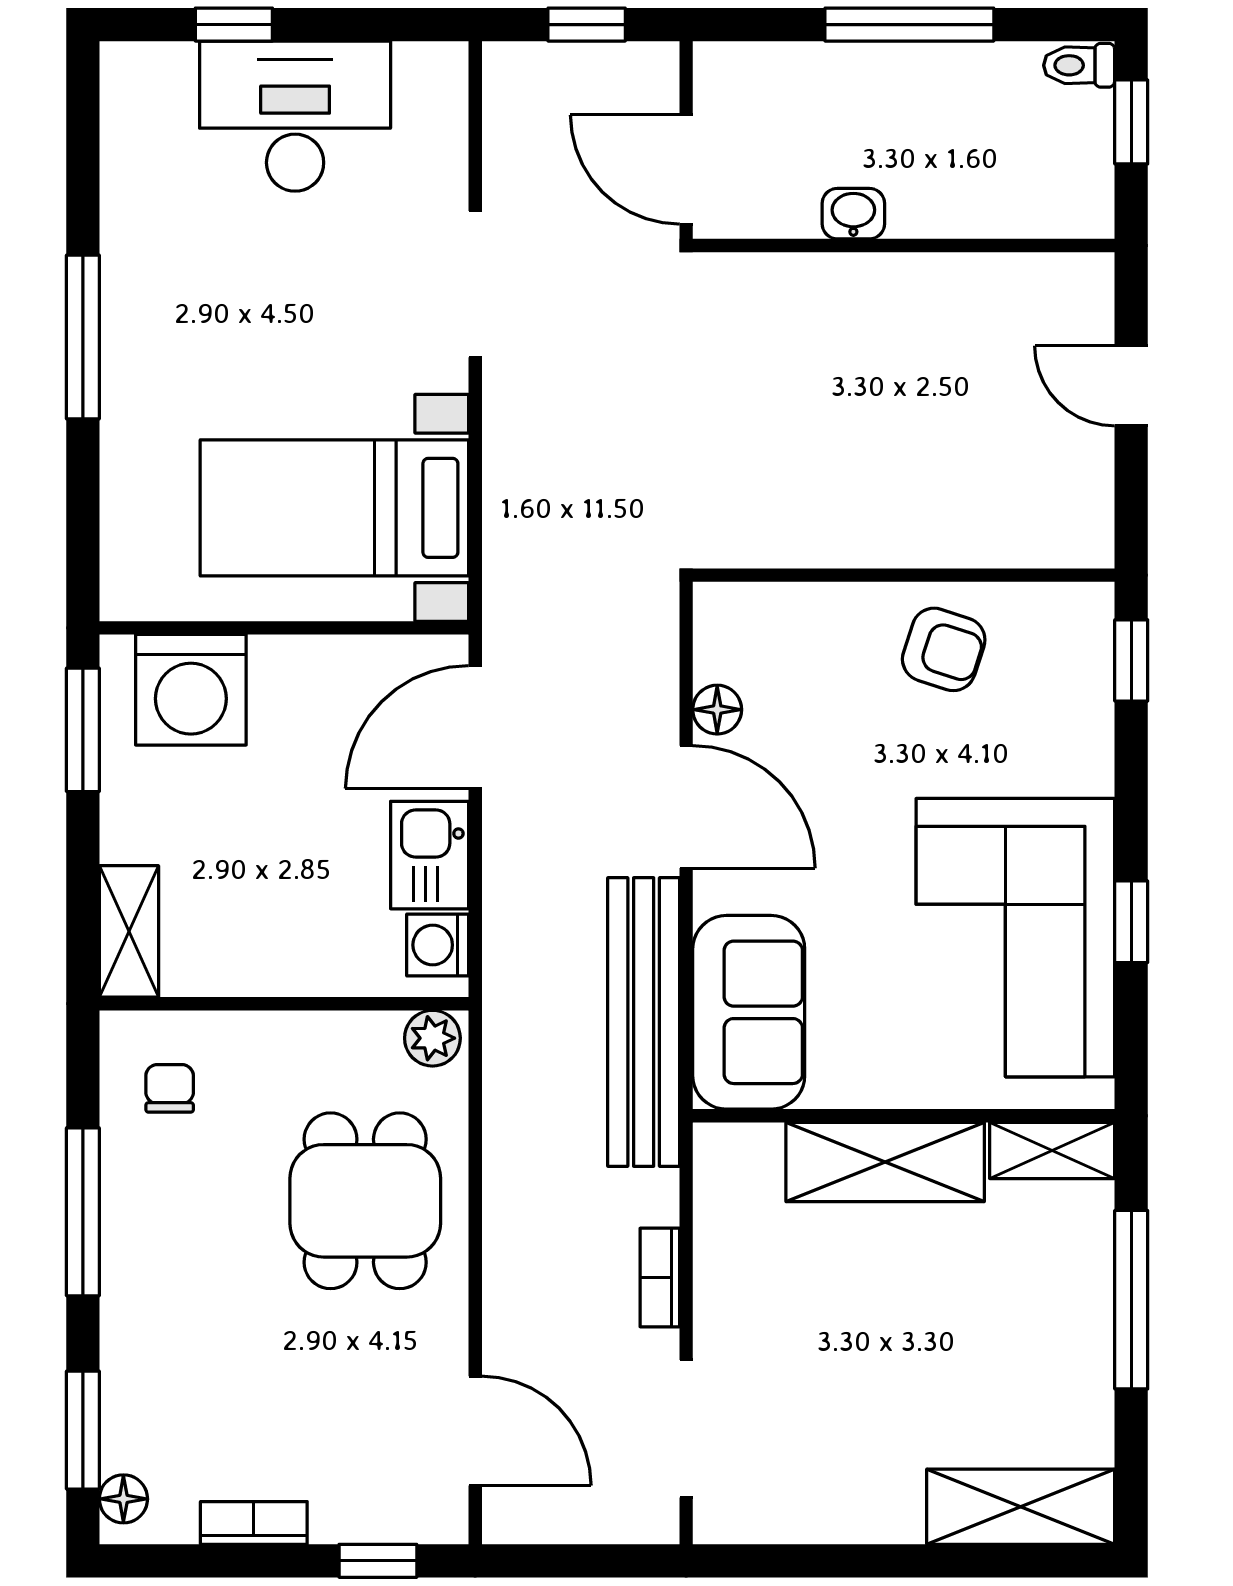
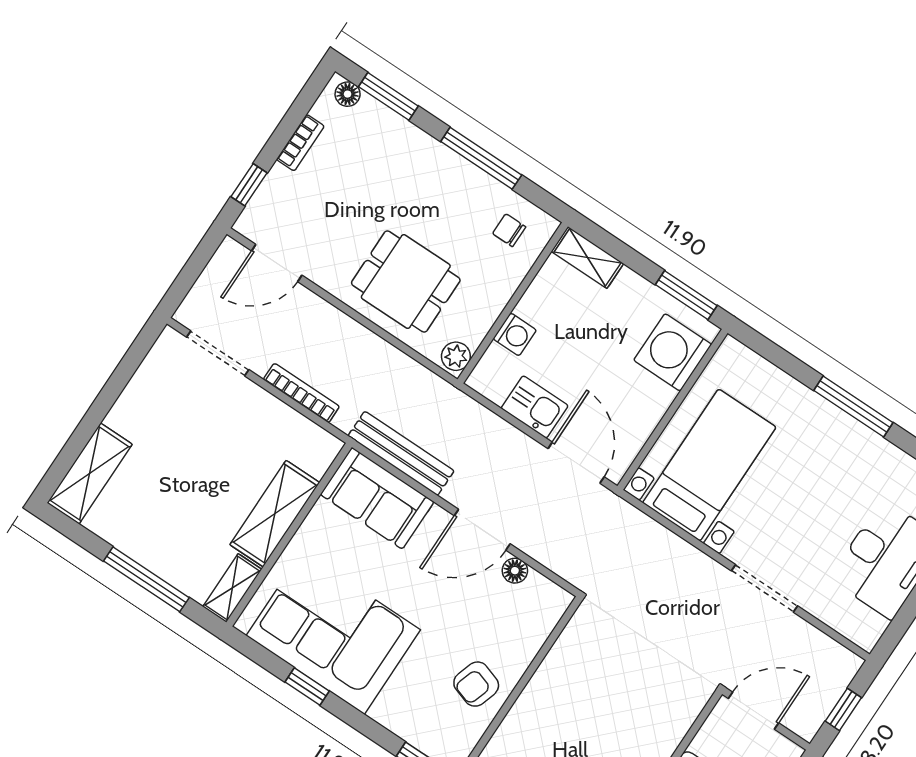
washing machine: (438, 945) -> (515, 334), moved, turned 90
bench: (644, 1022) -> (401, 453), width x0.73, depth x0.82
chair: (170, 1088) -> (509, 230), turned 180
bookcase: (660, 1277) -> (301, 393), width x1.56

